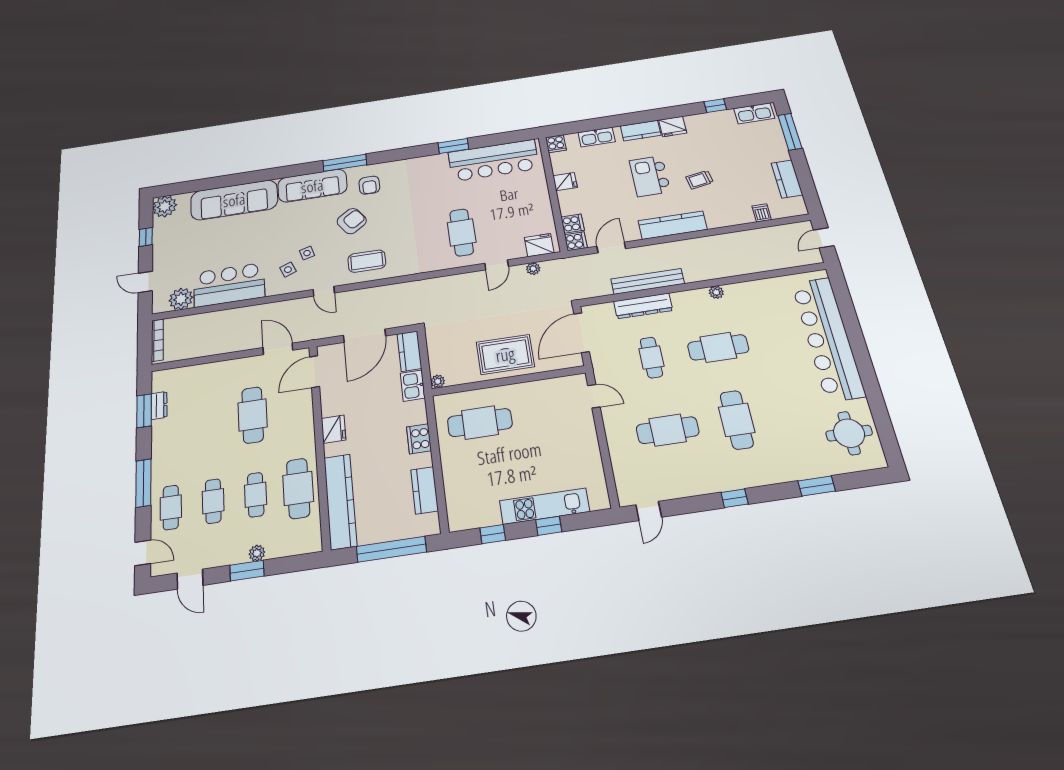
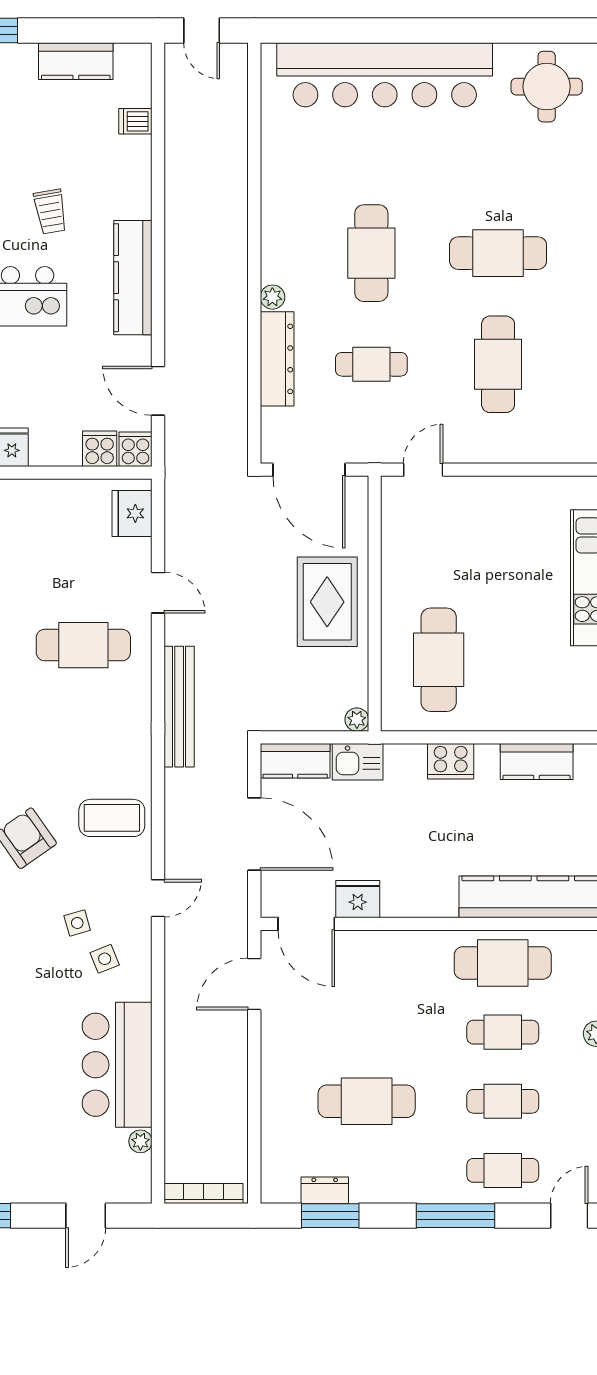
coffee table: (367, 261) -> (112, 818), turned 90
plant: (533, 269) -> (176, 531), removed
bench: (648, 281) -> (179, 707), moved
plant: (716, 292) -> (272, 297), moved
plant: (181, 299) -> (140, 1141), width x0.53, depth x0.53
cafe table: (253, 415) -> (367, 1101), moved
fridge: (334, 429) -> (358, 899), moved

